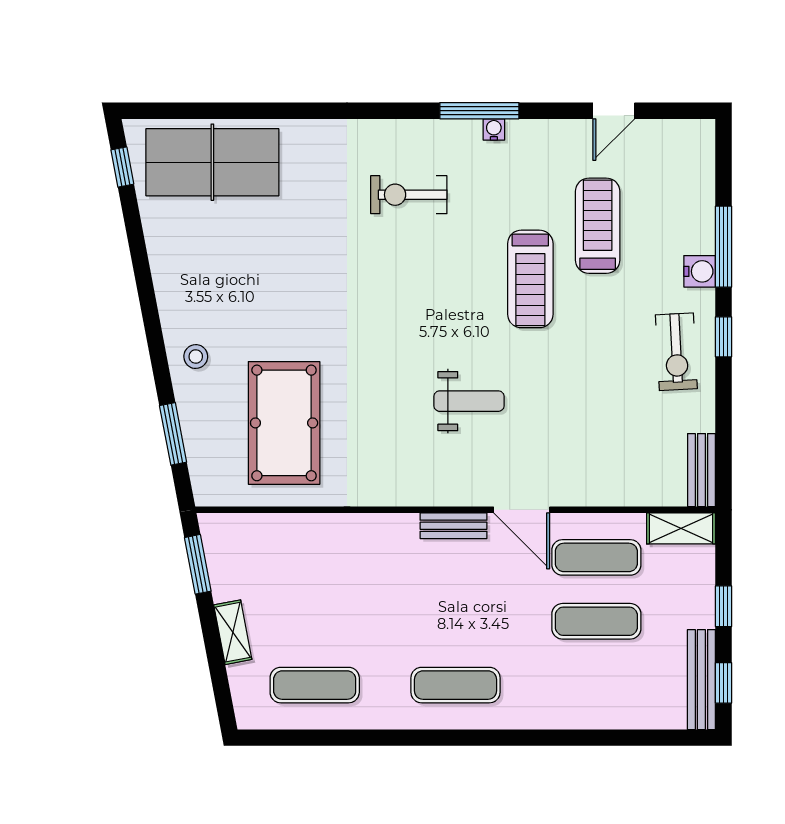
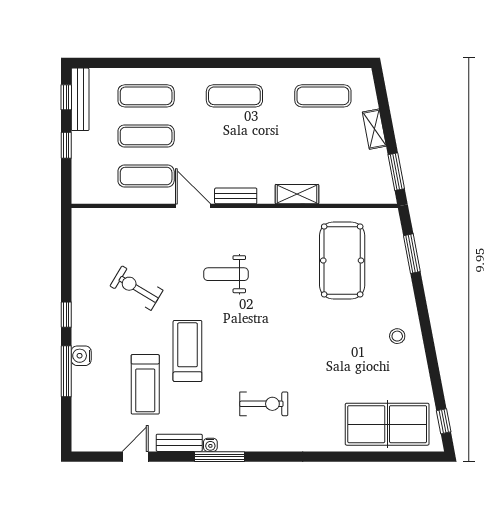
exercise bike: (676, 352) -> (136, 288), moved, turned -56
stool: (196, 357) -> (397, 336), moved
bench: (701, 470) -> (179, 443), moved, turned 90
shelving: (681, 528) -> (297, 194), moved
exercise mat: (596, 685) -> (146, 96), added

